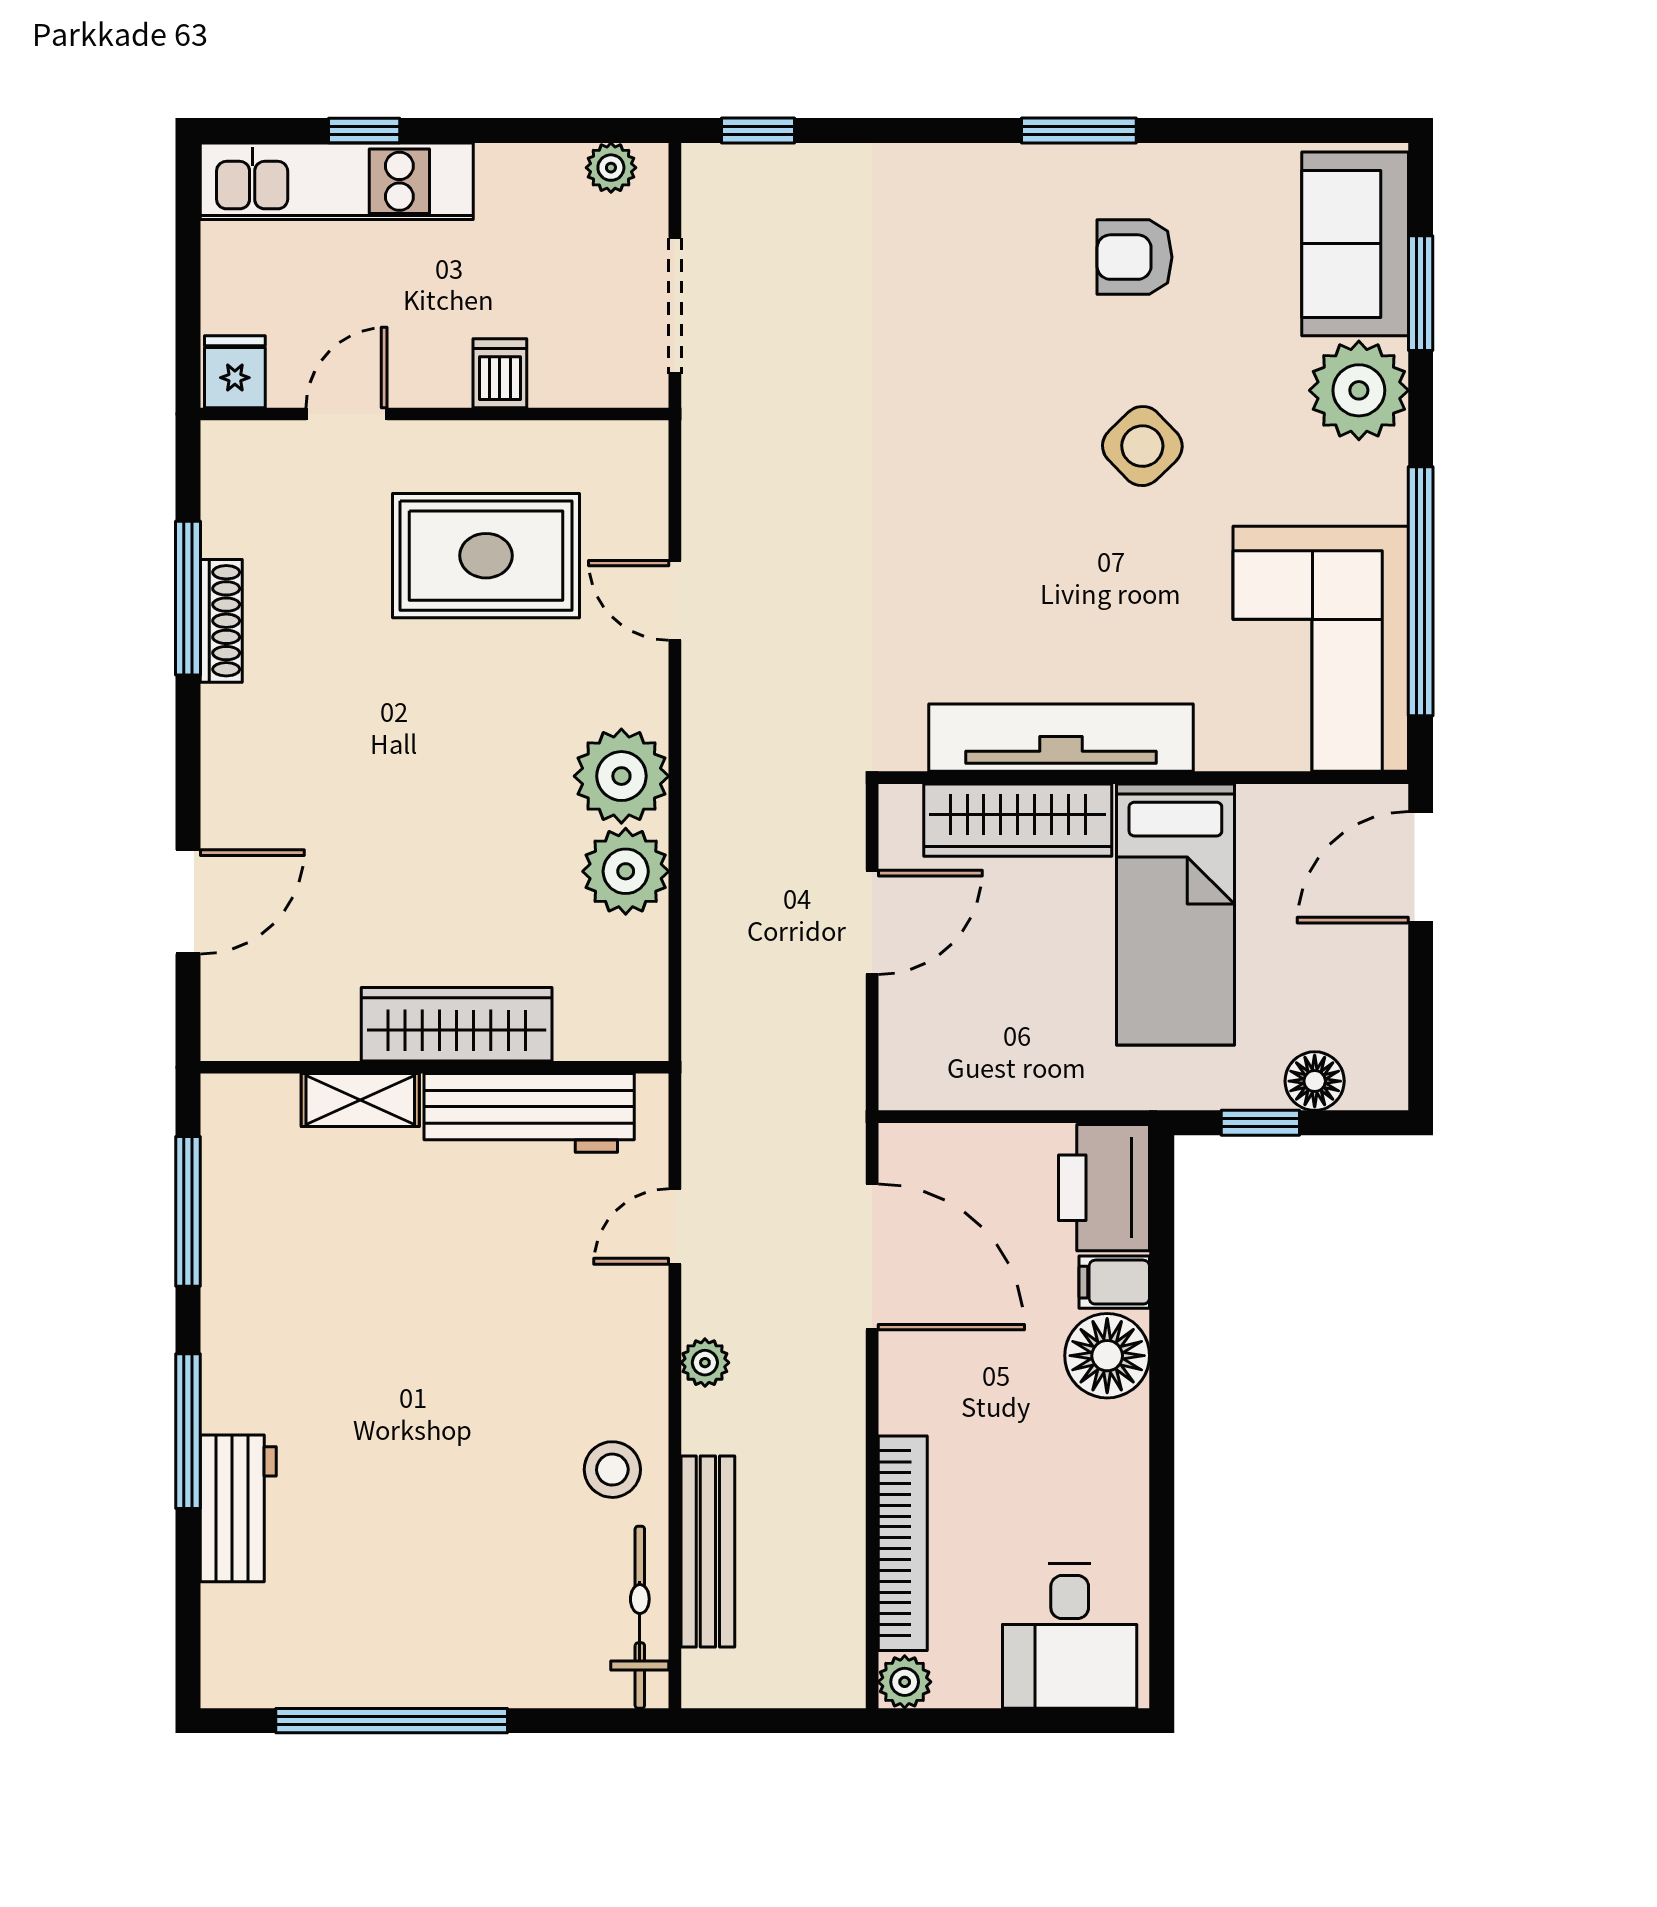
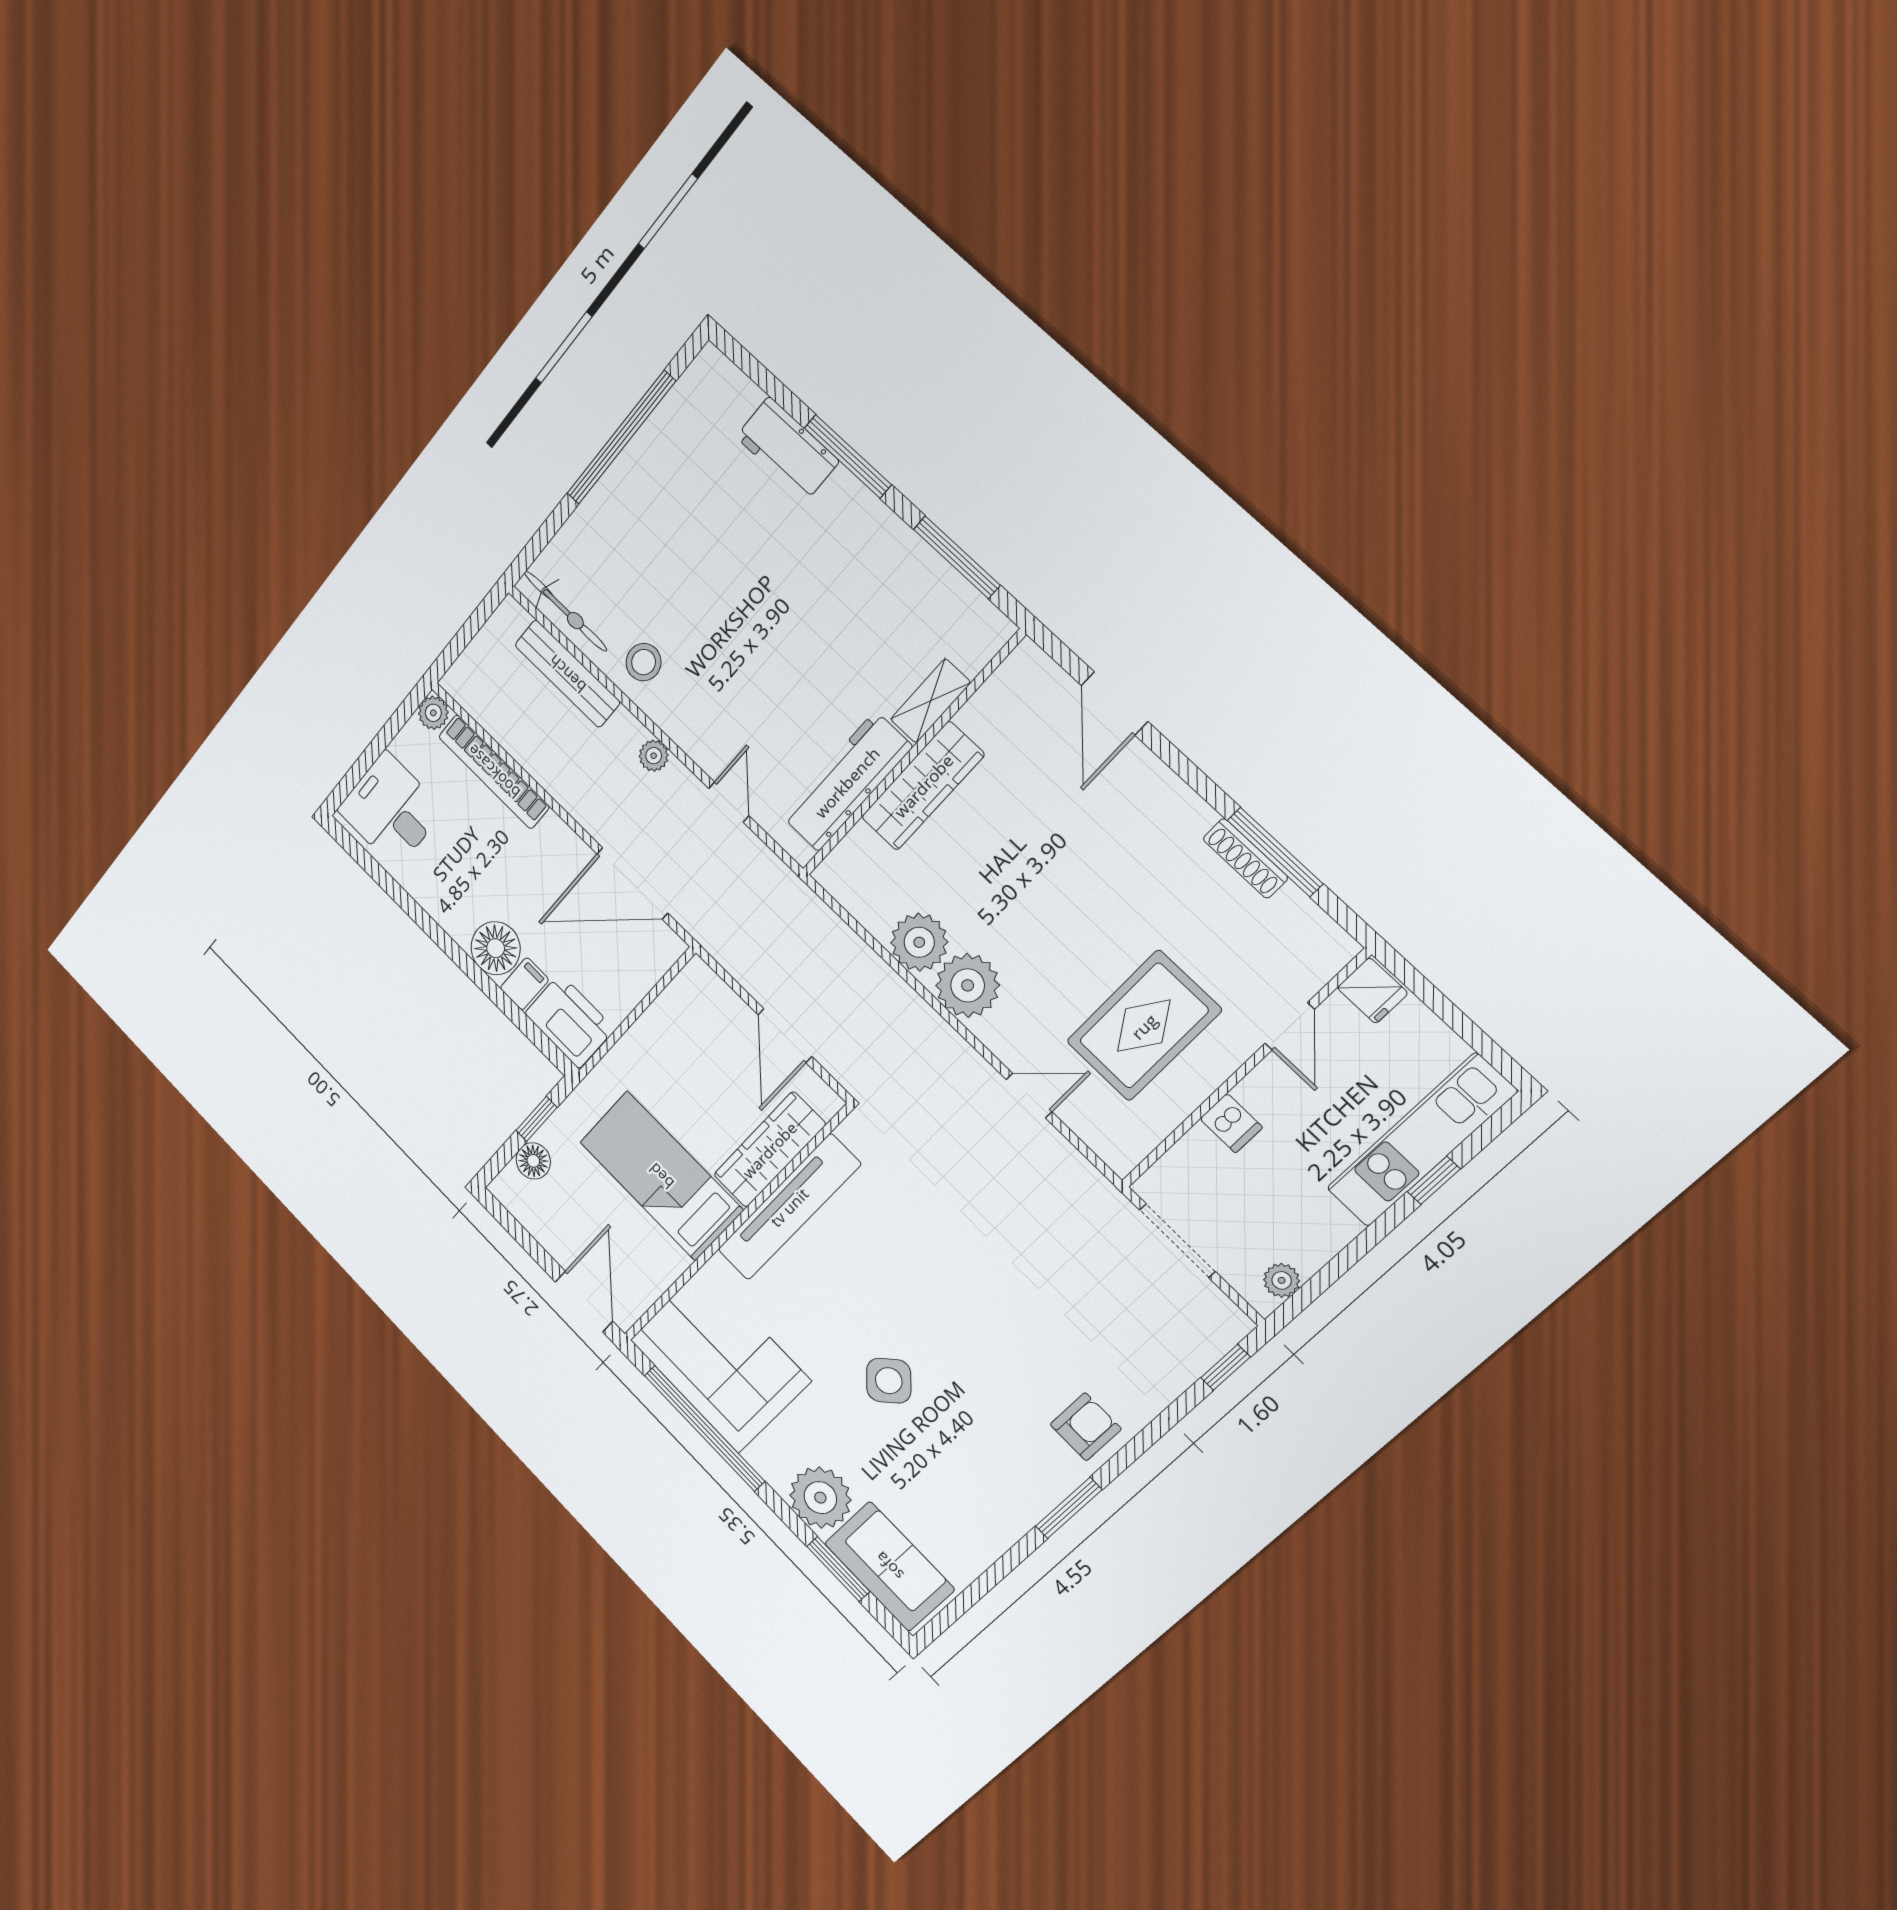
armchair: (1135, 257) -> (1086, 1427), moved

